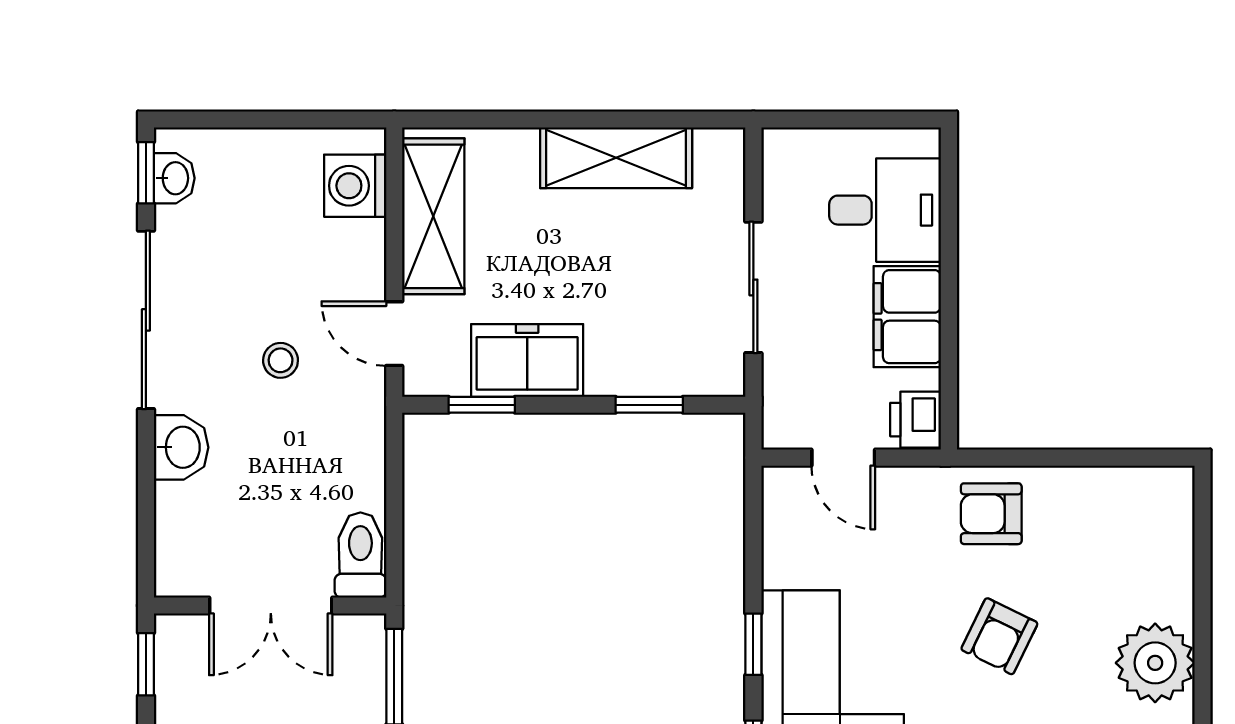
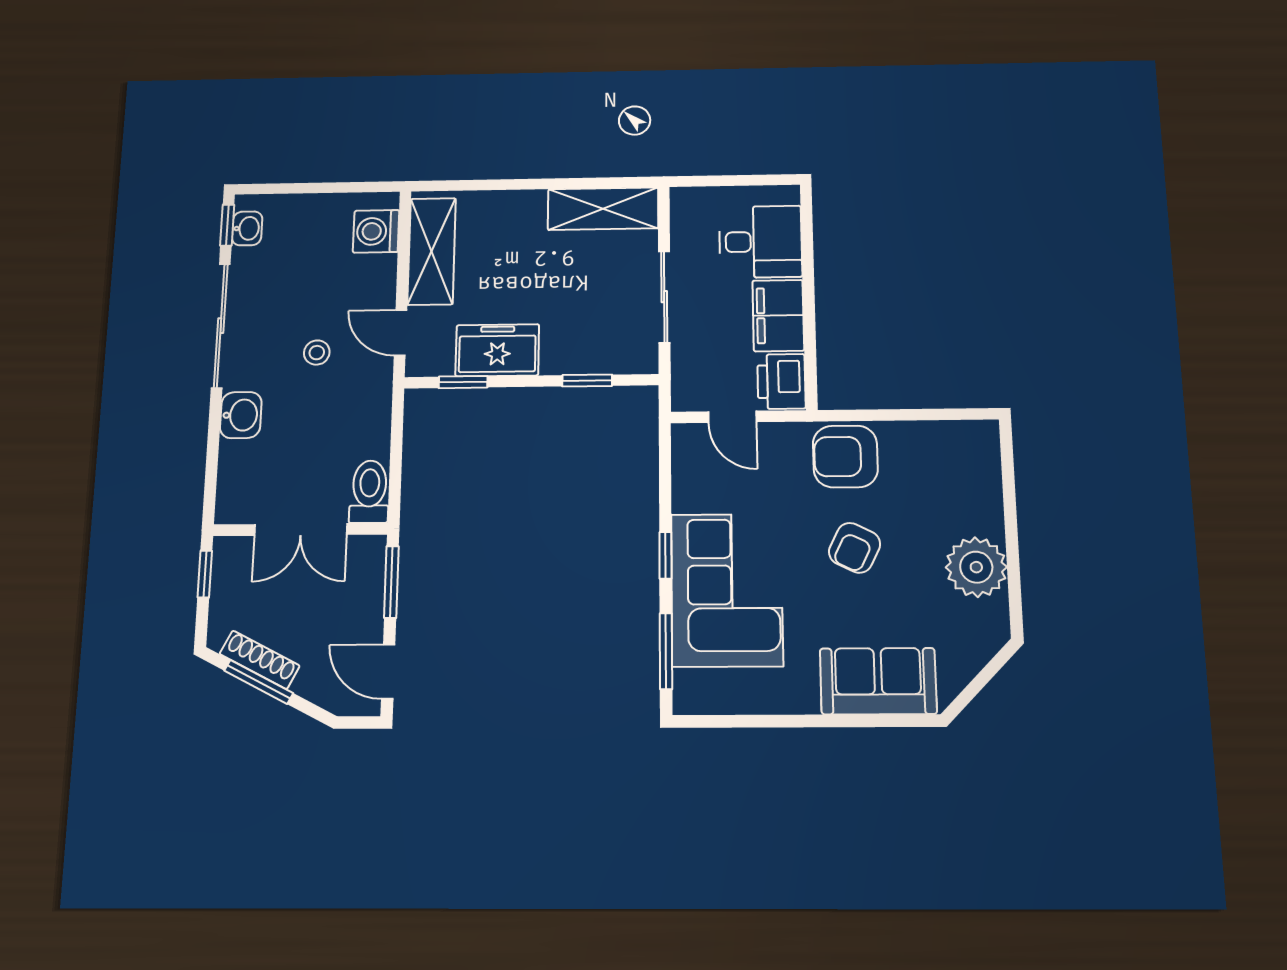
shelving: (616, 158) -> (603, 209), moved
printer: (916, 420) -> (781, 381), width x1.36, depth x1.24
armchair: (991, 514) -> (845, 456), width x1.38, depth x1.38

